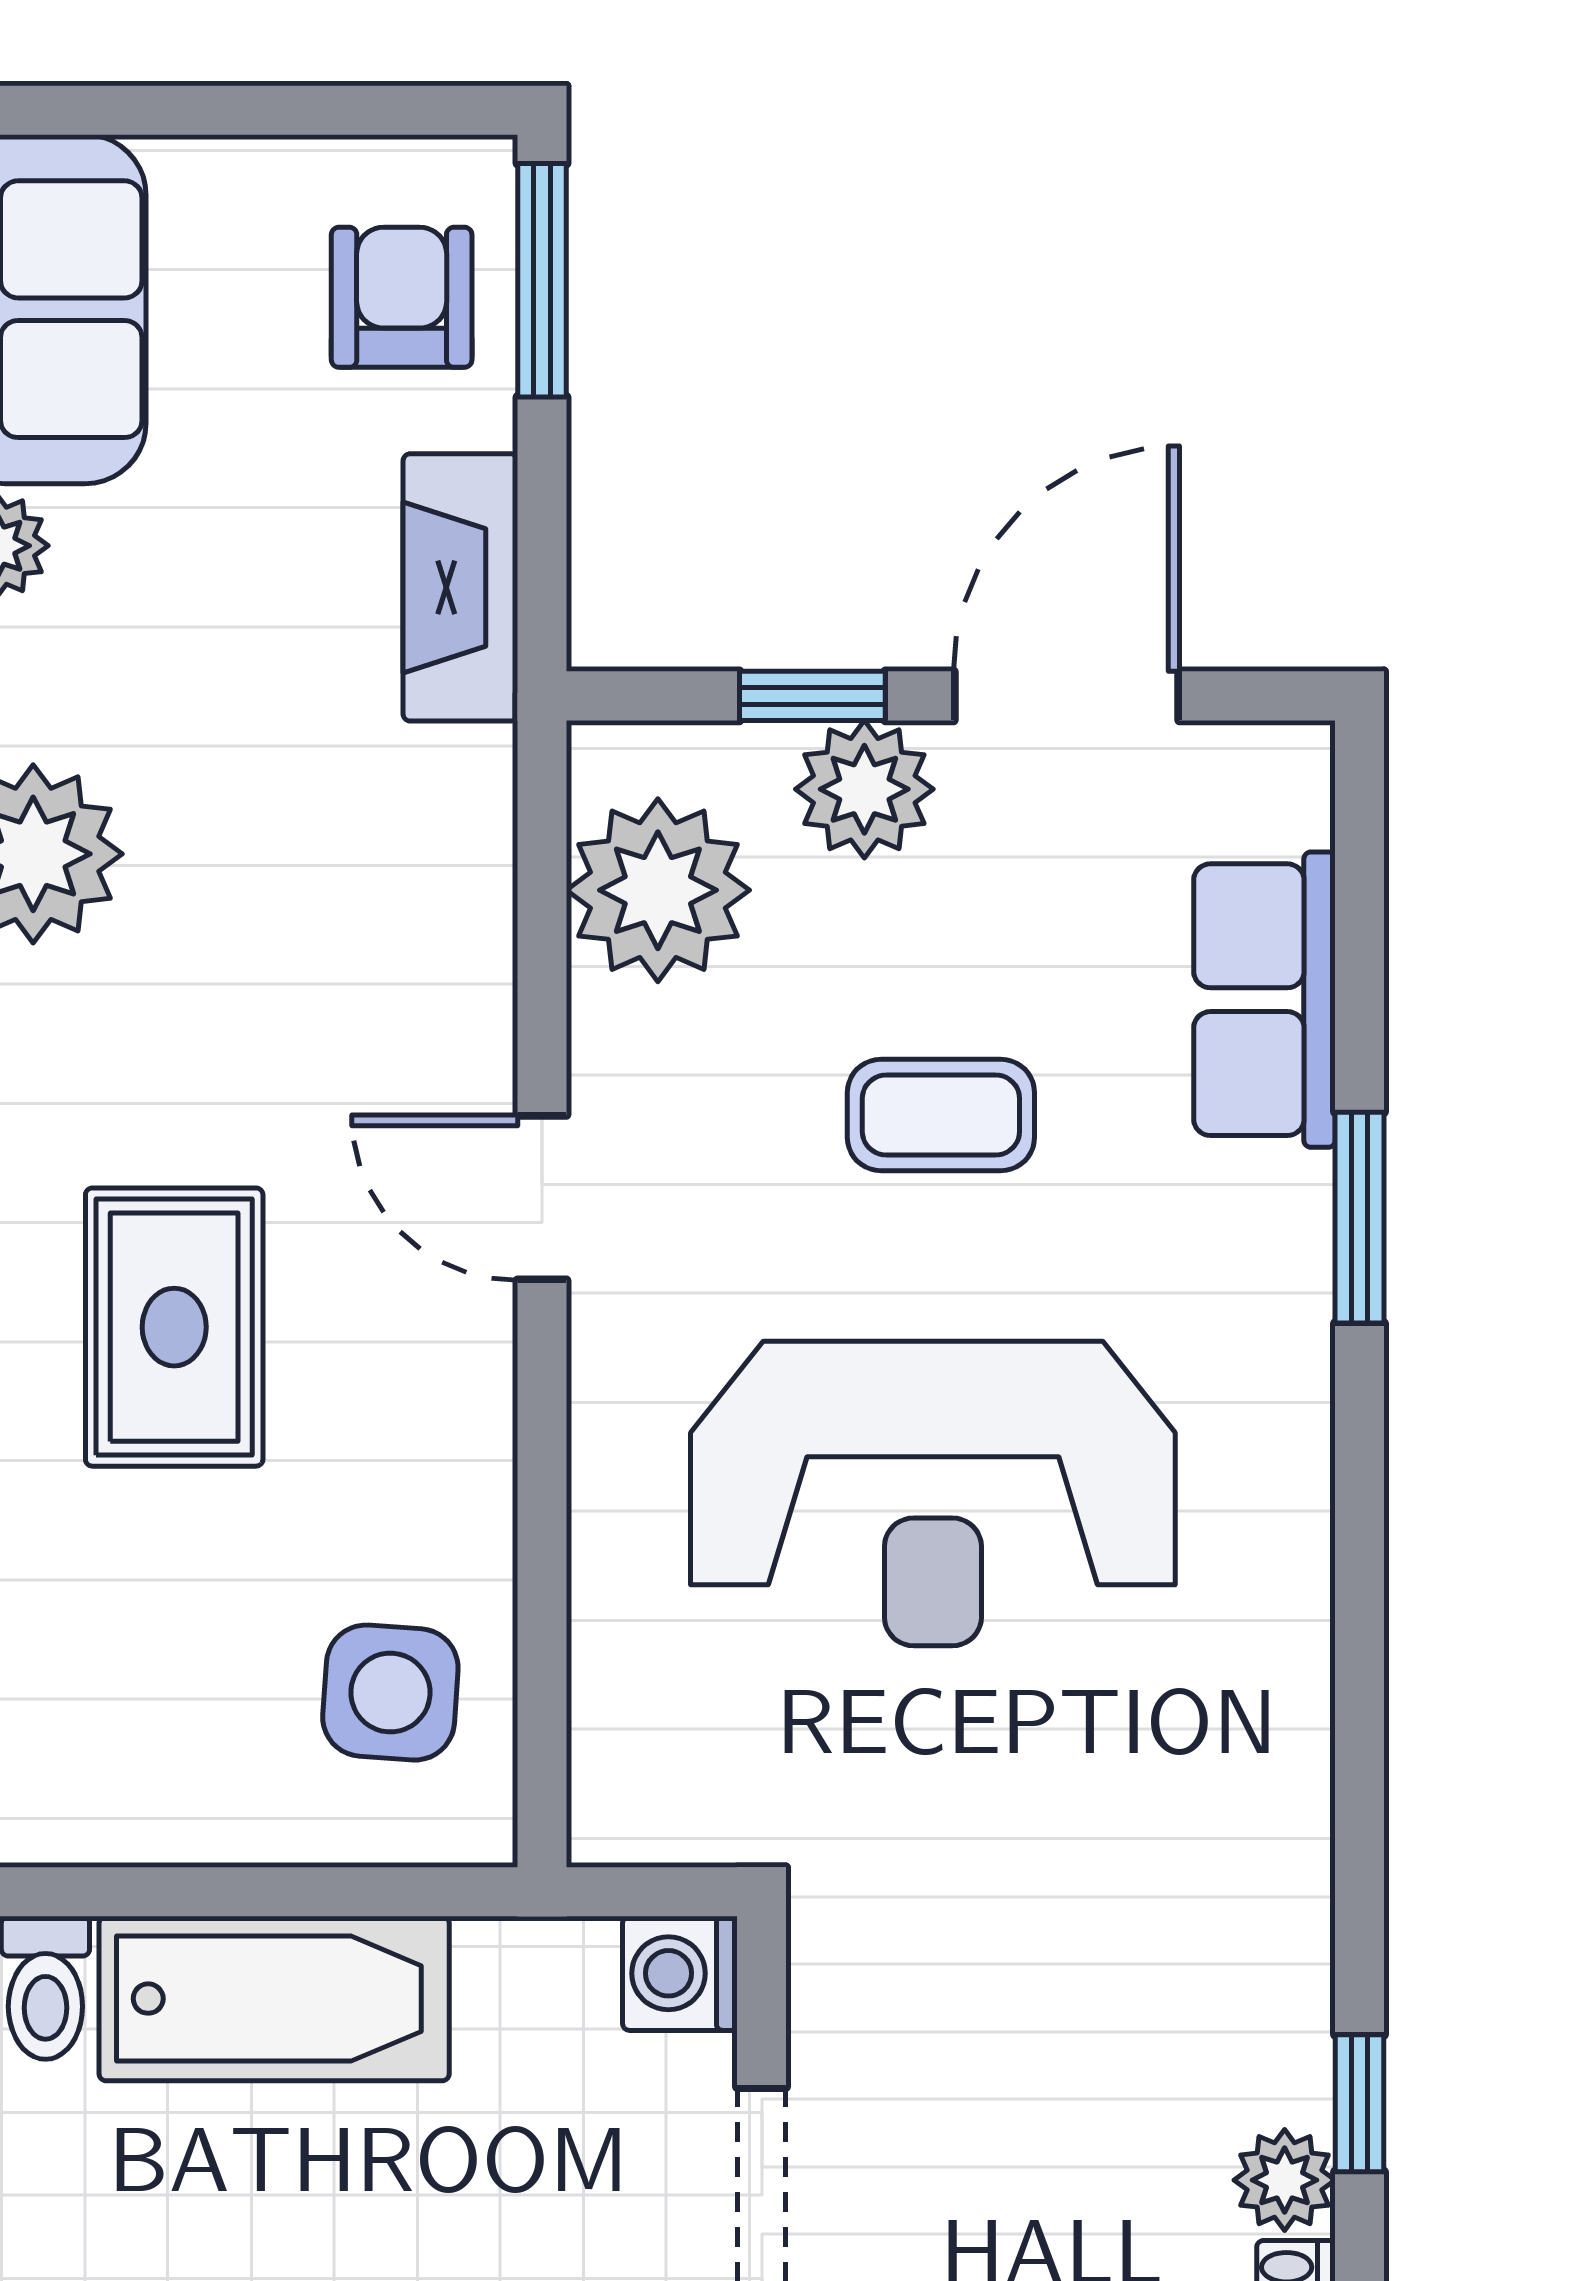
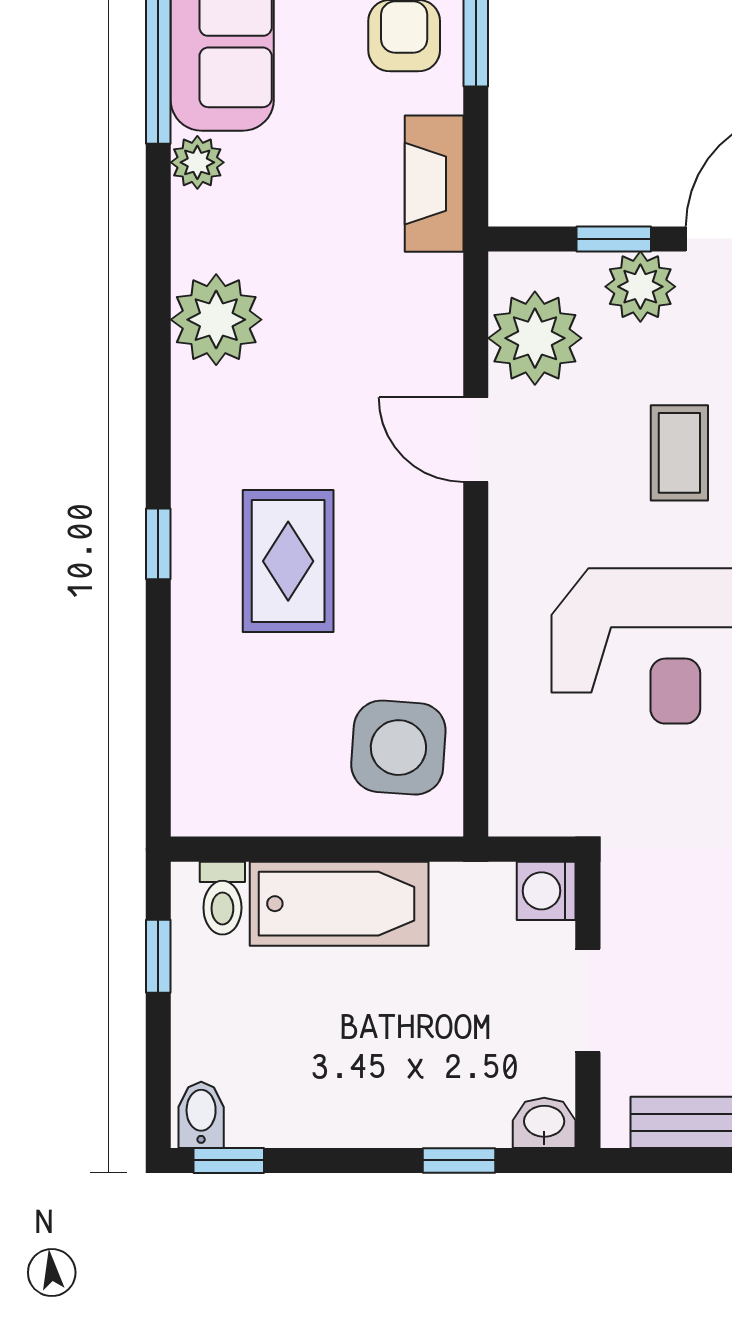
coffee table: (941, 1115) -> (679, 453), turned 90
door: (542, 1198) -> (476, 440), moved
side table: (390, 1693) -> (398, 748), width x1.37, depth x1.37

